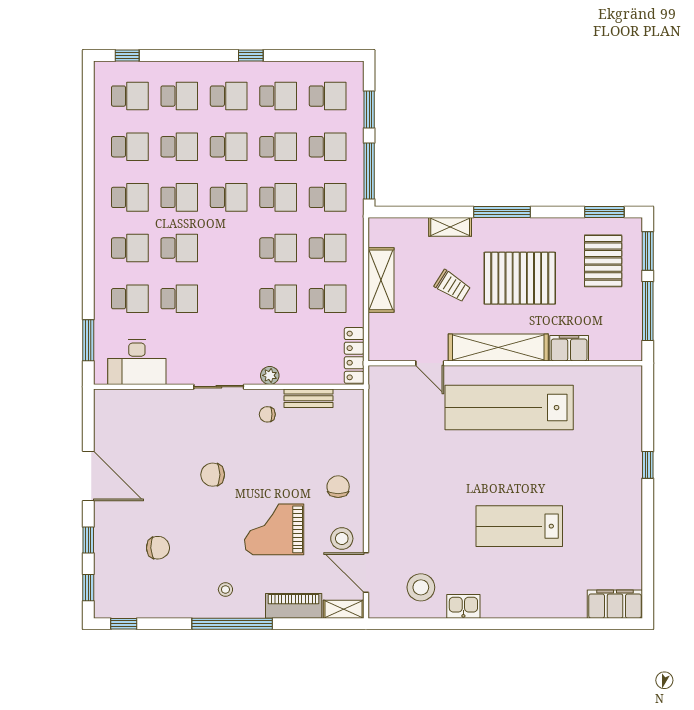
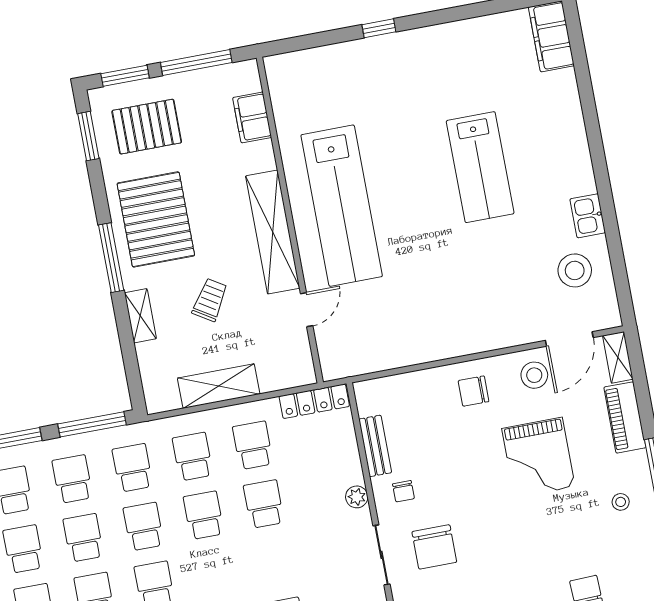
pallet: (520, 278) -> (156, 219), moved
filing cabinet: (569, 348) -> (252, 117), moved
chair: (213, 475) -> (434, 547), moved, width x1.37, depth x1.37

